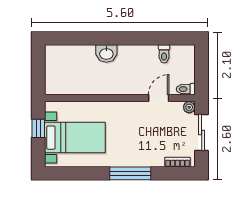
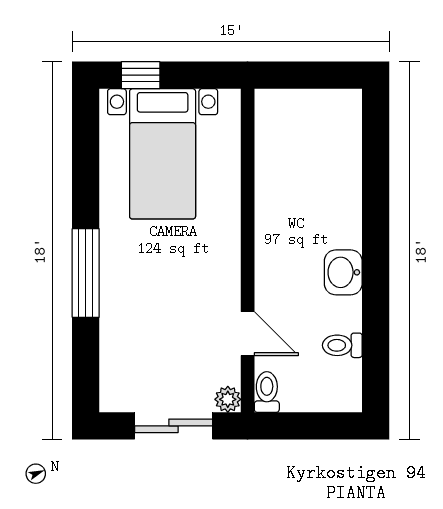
washbasin: (106, 53) -> (343, 272), moved
window: (38, 128) -> (141, 75), moved
bookcase: (178, 162) -> (110, 374), removed

